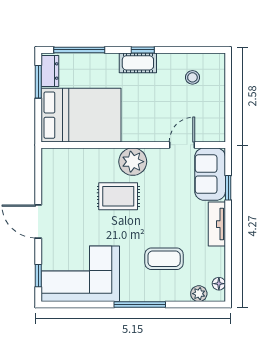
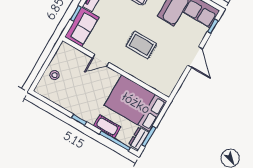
cot: (138, 63) -> (107, 126), moved
stool: (192, 77) -> (55, 75), moved
door: (182, 145) -> (101, 60), moved
plant: (133, 162) -> (122, 60), removed

